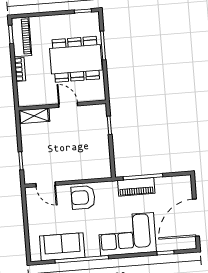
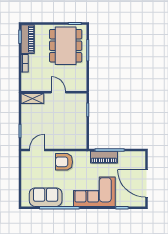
dining table: (76, 59) -> (66, 46), moved, turned 90
door: (46, 184) -> (37, 150), swing flipped
door: (196, 218) -> (146, 183), hinge flipped

